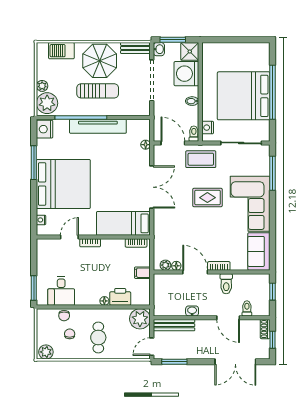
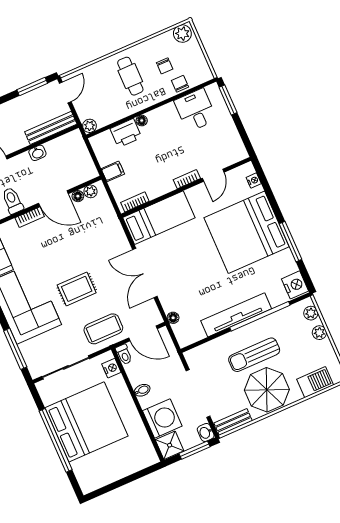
plant: (47, 103) -> (311, 313), width x0.53, depth x0.53
plant: (140, 319) -> (90, 126), width x0.53, depth x0.53

